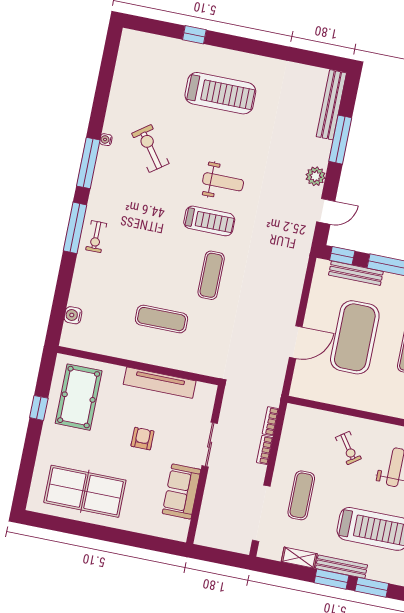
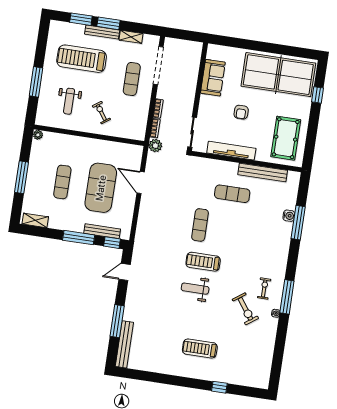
treadmill: (220, 93) -> (200, 349), width x0.73, depth x0.73
plant: (316, 176) -> (155, 146), moved
window: (75, 228) -> (298, 223), moved
exercise bike: (96, 237) -> (264, 288), moved
water cooler: (73, 315) -> (289, 216), moved
door: (296, 342) -> (141, 183), hinge flipped
bench: (115, 348) -> (263, 173), added
window: (39, 408) -> (318, 95), moved
sliding door: (210, 445) -> (192, 132), moved
table tennis table: (85, 491) -> (278, 75), width x1.36, depth x1.32

